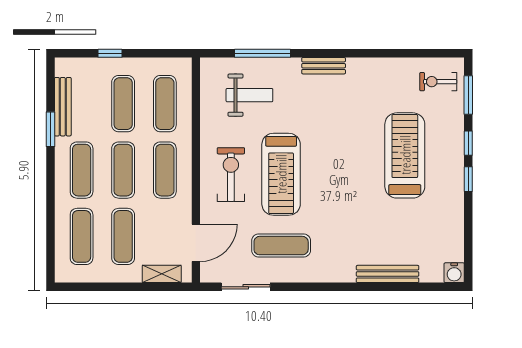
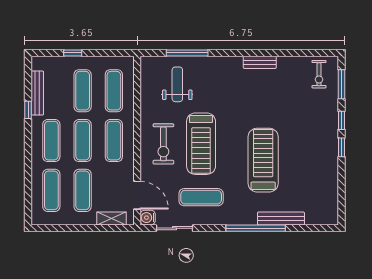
bench: (324, 66) -> (260, 62), moved
exercise bike: (438, 82) -> (319, 74), turned -90
weight bench: (249, 95) -> (177, 84), turned -90
window: (50, 129) -> (28, 110), width x0.67
treadmill: (405, 155) -> (263, 160), moved
exercise bike: (231, 175) -> (163, 144), turned 180
door: (196, 243) -> (137, 195), hinge flipped
water cooler: (454, 273) -> (148, 218), moved, turned 90
window: (354, 287) -> (256, 228), added

